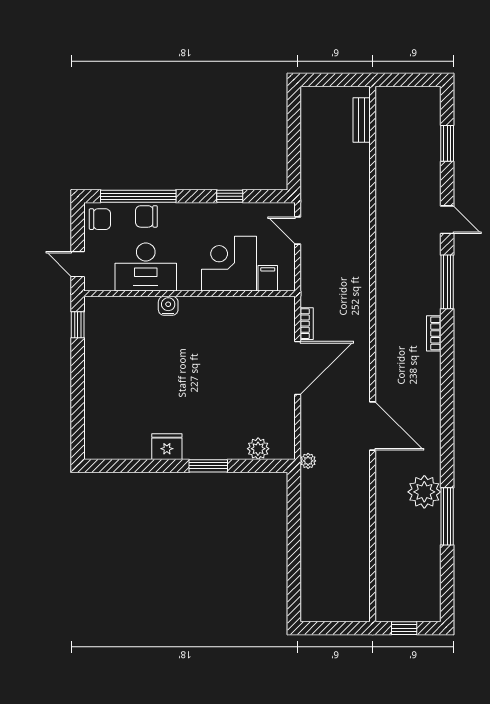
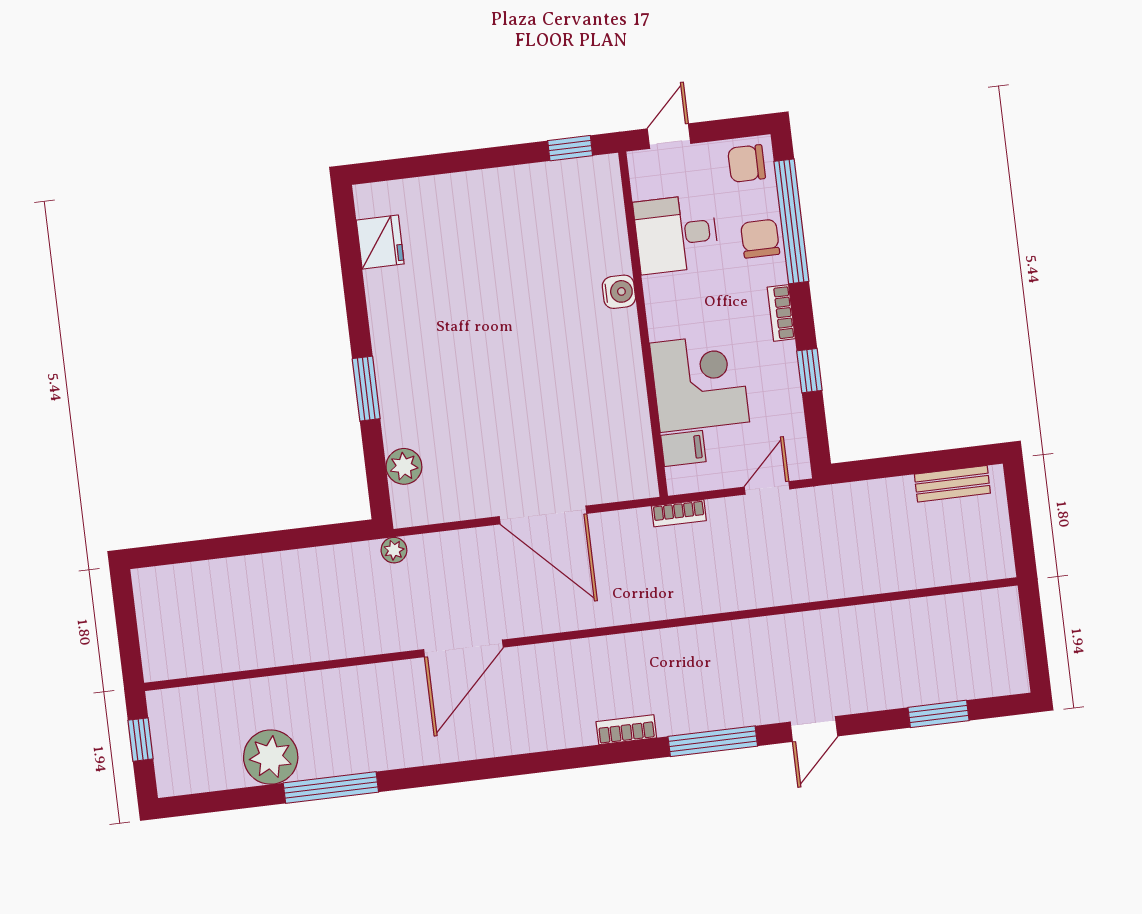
bench: (362, 120) -> (952, 484), moved
bookcase: (193, 209) -> (781, 313), added
chair: (100, 219) -> (747, 163), turned 90
desk: (146, 267) -> (676, 234), width x0.73
bookcase: (307, 324) -> (679, 513), moved
fridge: (167, 447) -> (380, 242), moved
plant: (424, 492) -> (271, 757), moved

